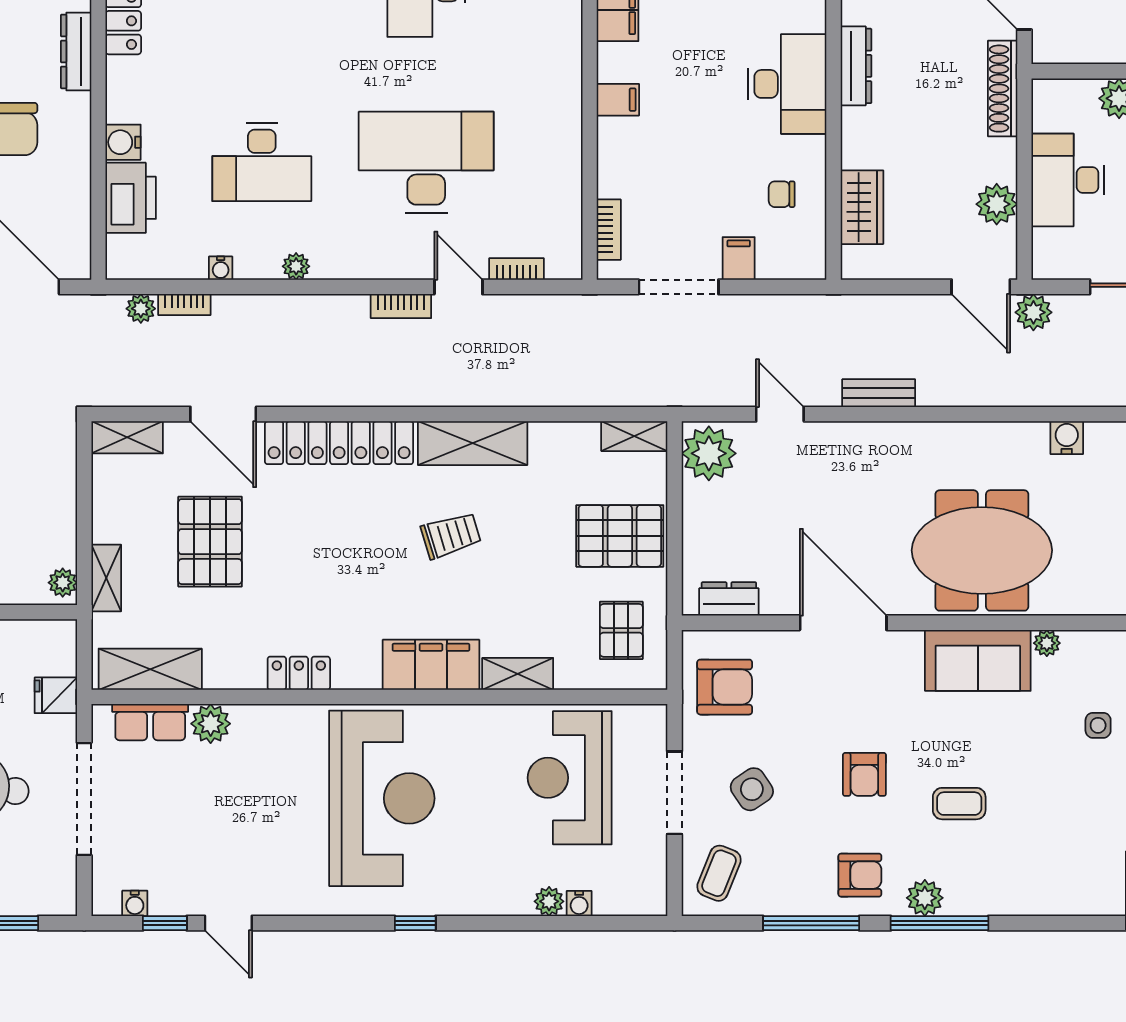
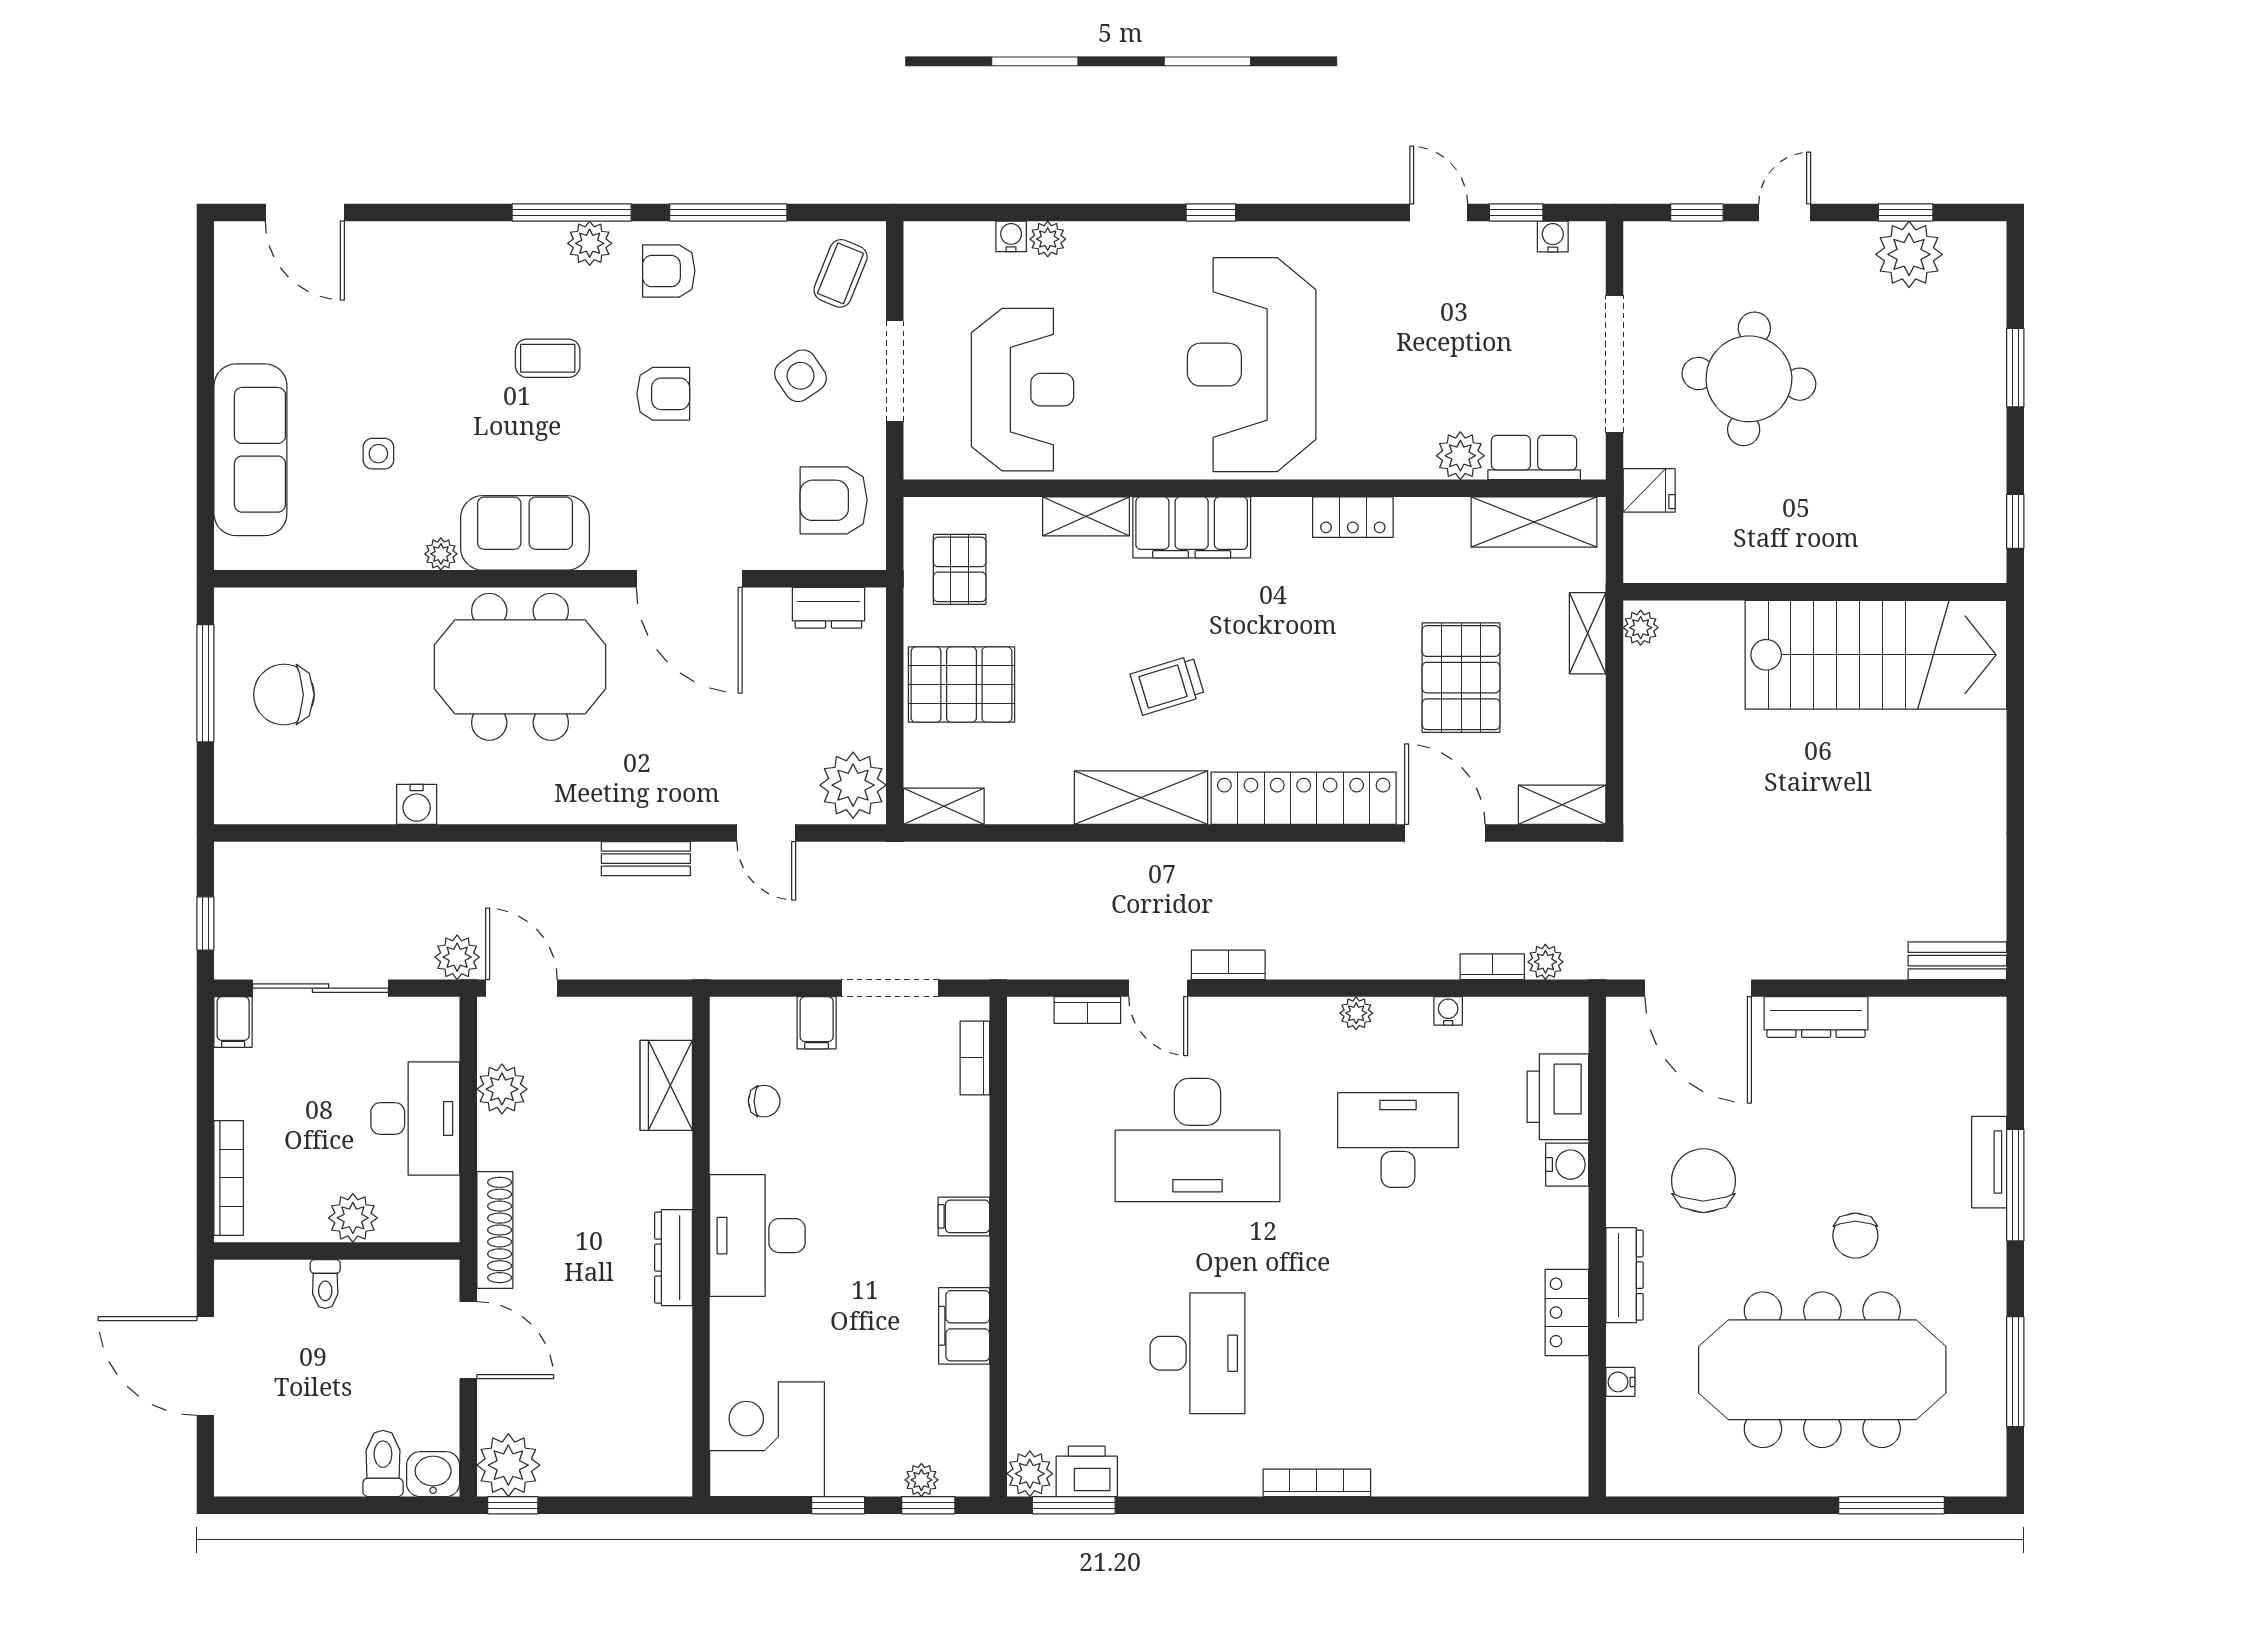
armchair: (864, 774) -> (663, 394), turned 90

